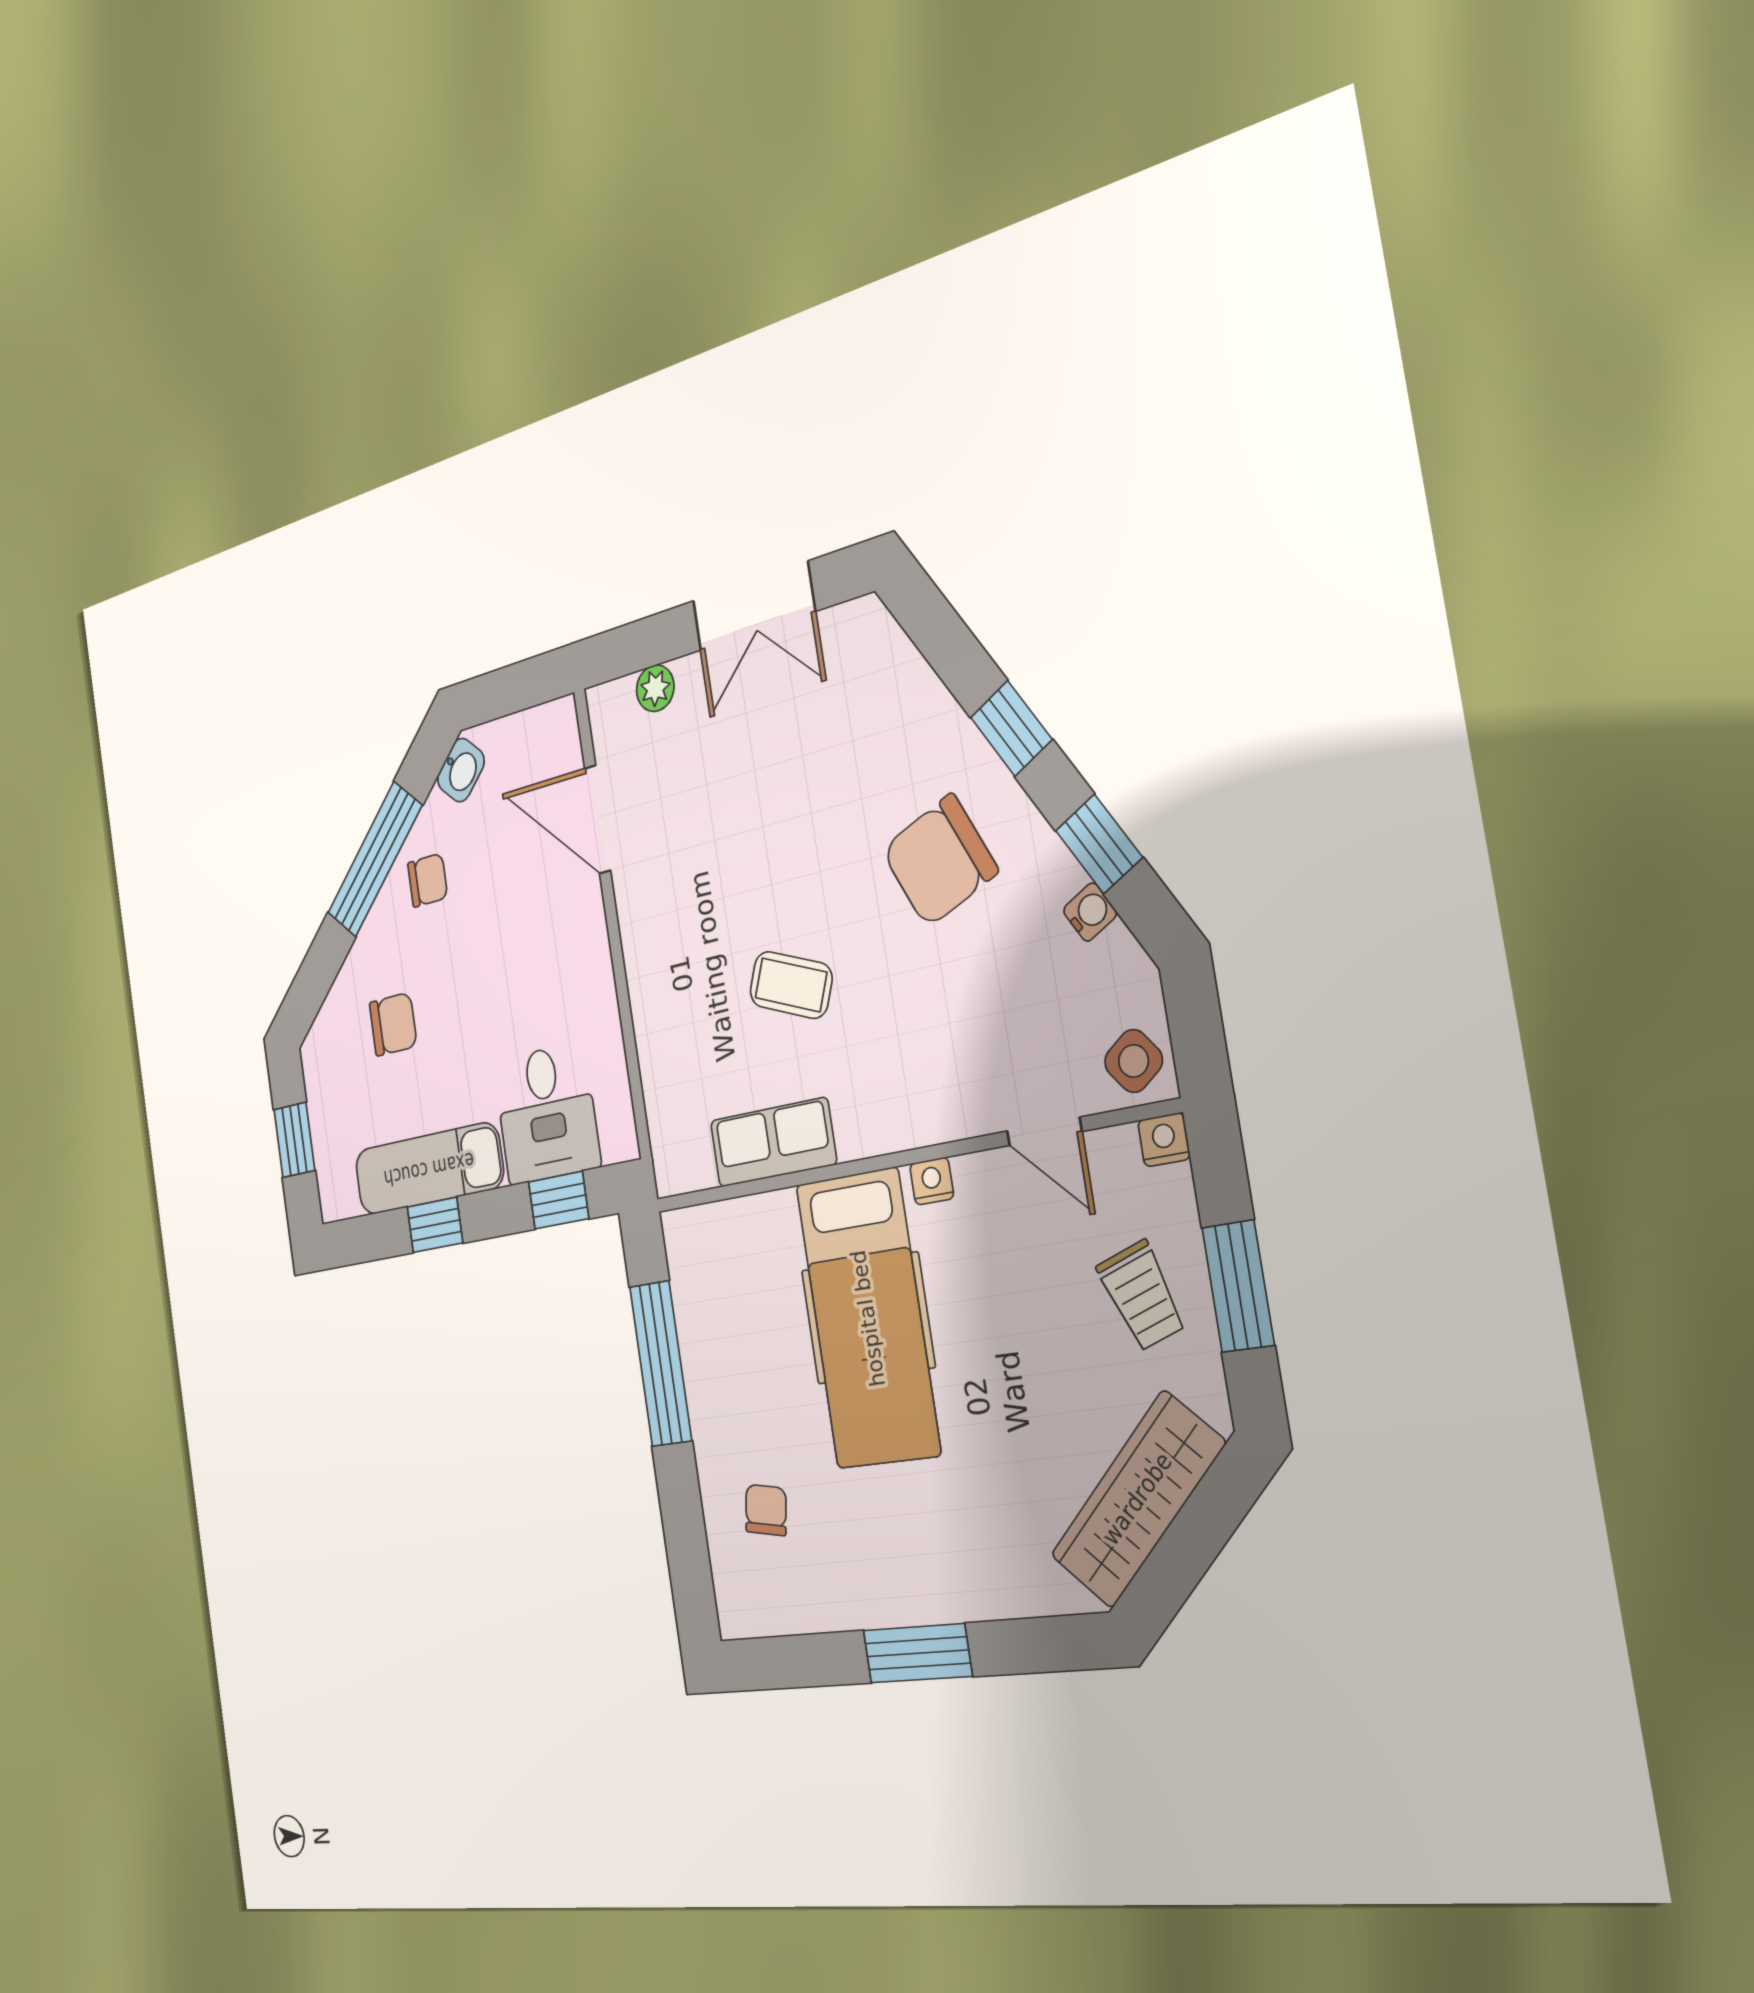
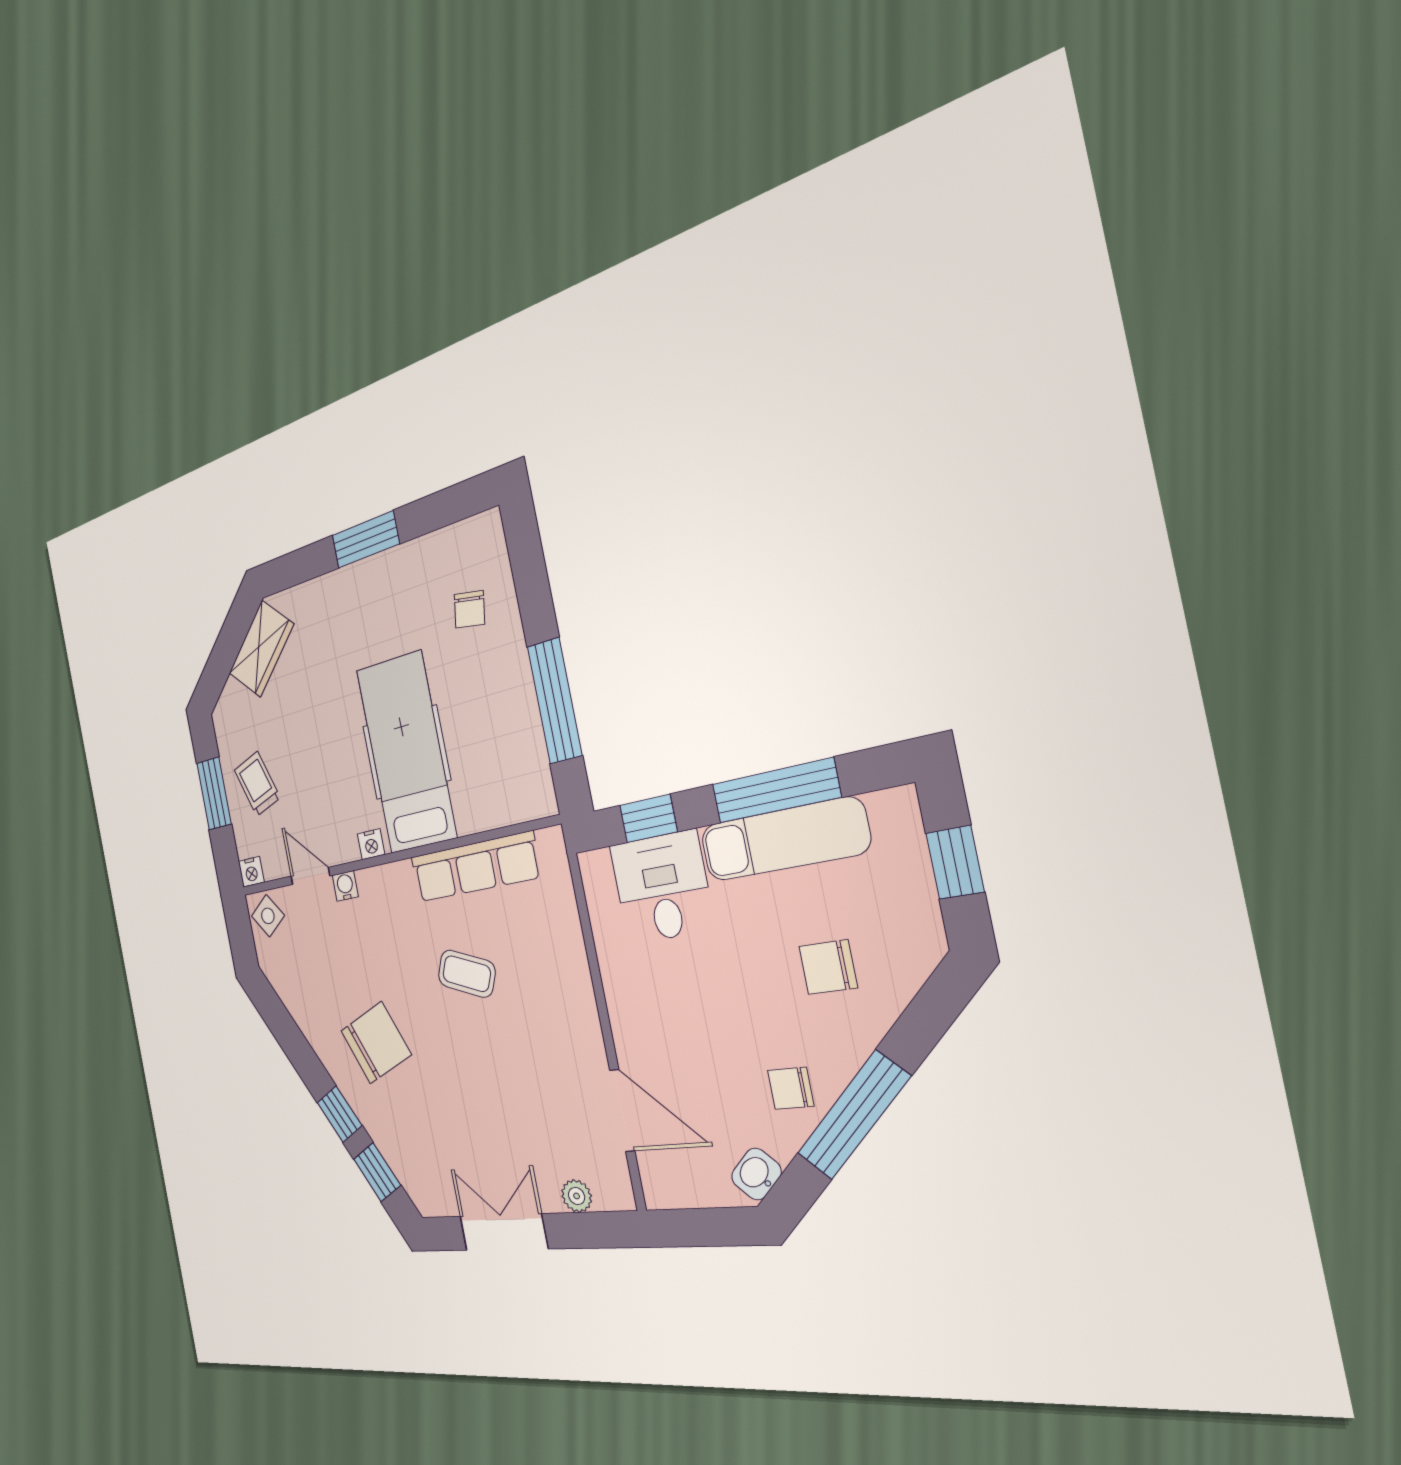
window: (1099, 844) -> (377, 1172), moved
water cooler: (1090, 912) -> (345, 886), moved, turned 119
row of seats: (773, 1142) -> (475, 867), width x1.48
window: (435, 1225) -> (776, 791), width x2.17
wardrobe: (1137, 1499) -> (261, 649), width x0.67

